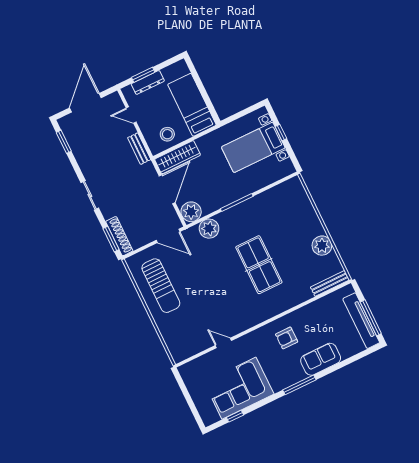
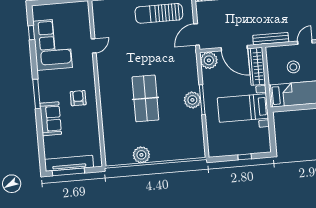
stool: (167, 134) -> (293, 67), moved
bed with nightstands: (253, 147) -> (243, 108), moved, turned -90
bench: (139, 149) -> (271, 39), width x1.36
plant: (209, 229) -> (192, 100), moved
table tennis table: (259, 265) -> (145, 98), turned 90
bench: (330, 283) -> (109, 150), removed

